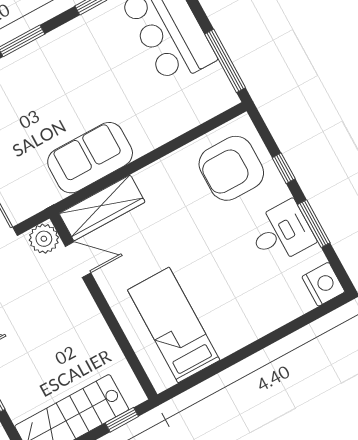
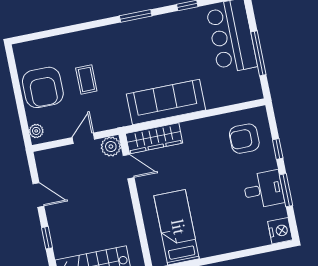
window: (225, 61) -> (258, 53), moved
sofa: (90, 158) -> (166, 102), width x1.36
armchair: (231, 168) -> (244, 139), width x0.73, depth x0.73

